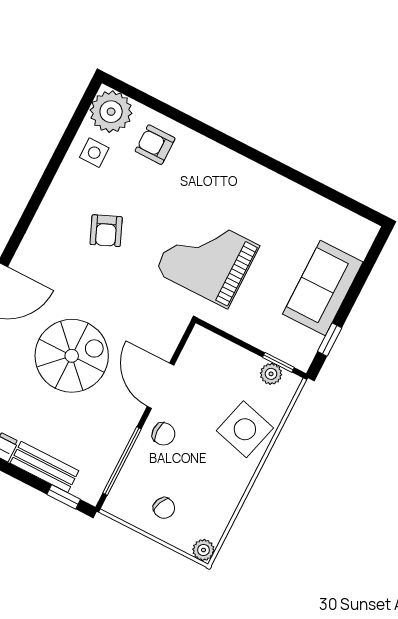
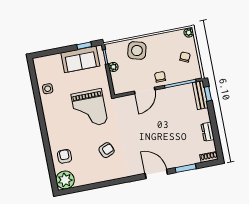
armchair: (155, 145) -> (65, 156), turned 180
side table: (94, 153) -> (48, 89), moved
sofa: (323, 288) -> (80, 59), moved
spiral stairs: (72, 356) -> (158, 129), removed
plant: (271, 374) -> (113, 67), moved
bench: (44, 467) -> (200, 95), moved

